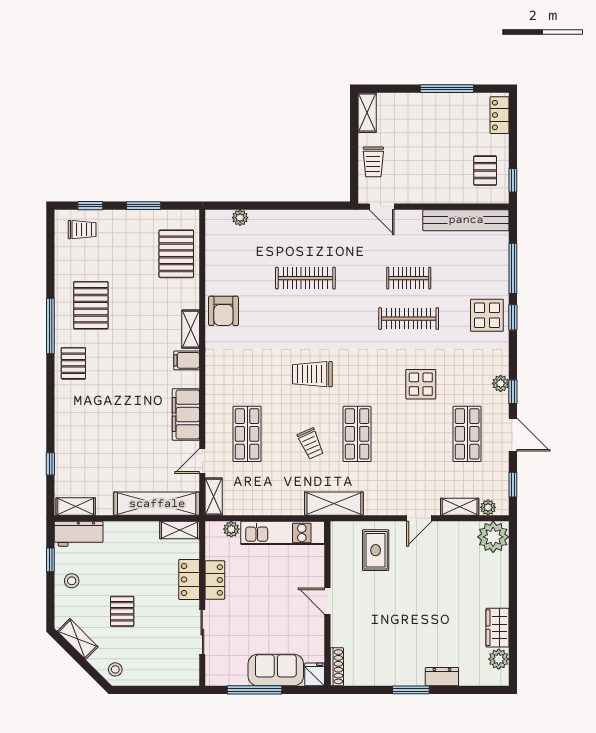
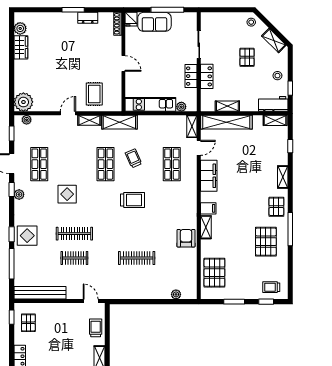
shelving: (63, 412) -> (283, 177), added
shelving: (460, 507) -> (89, 120), moved
shelving: (180, 530) -> (227, 106), moved
dresser: (442, 677) -> (88, 18), moved

